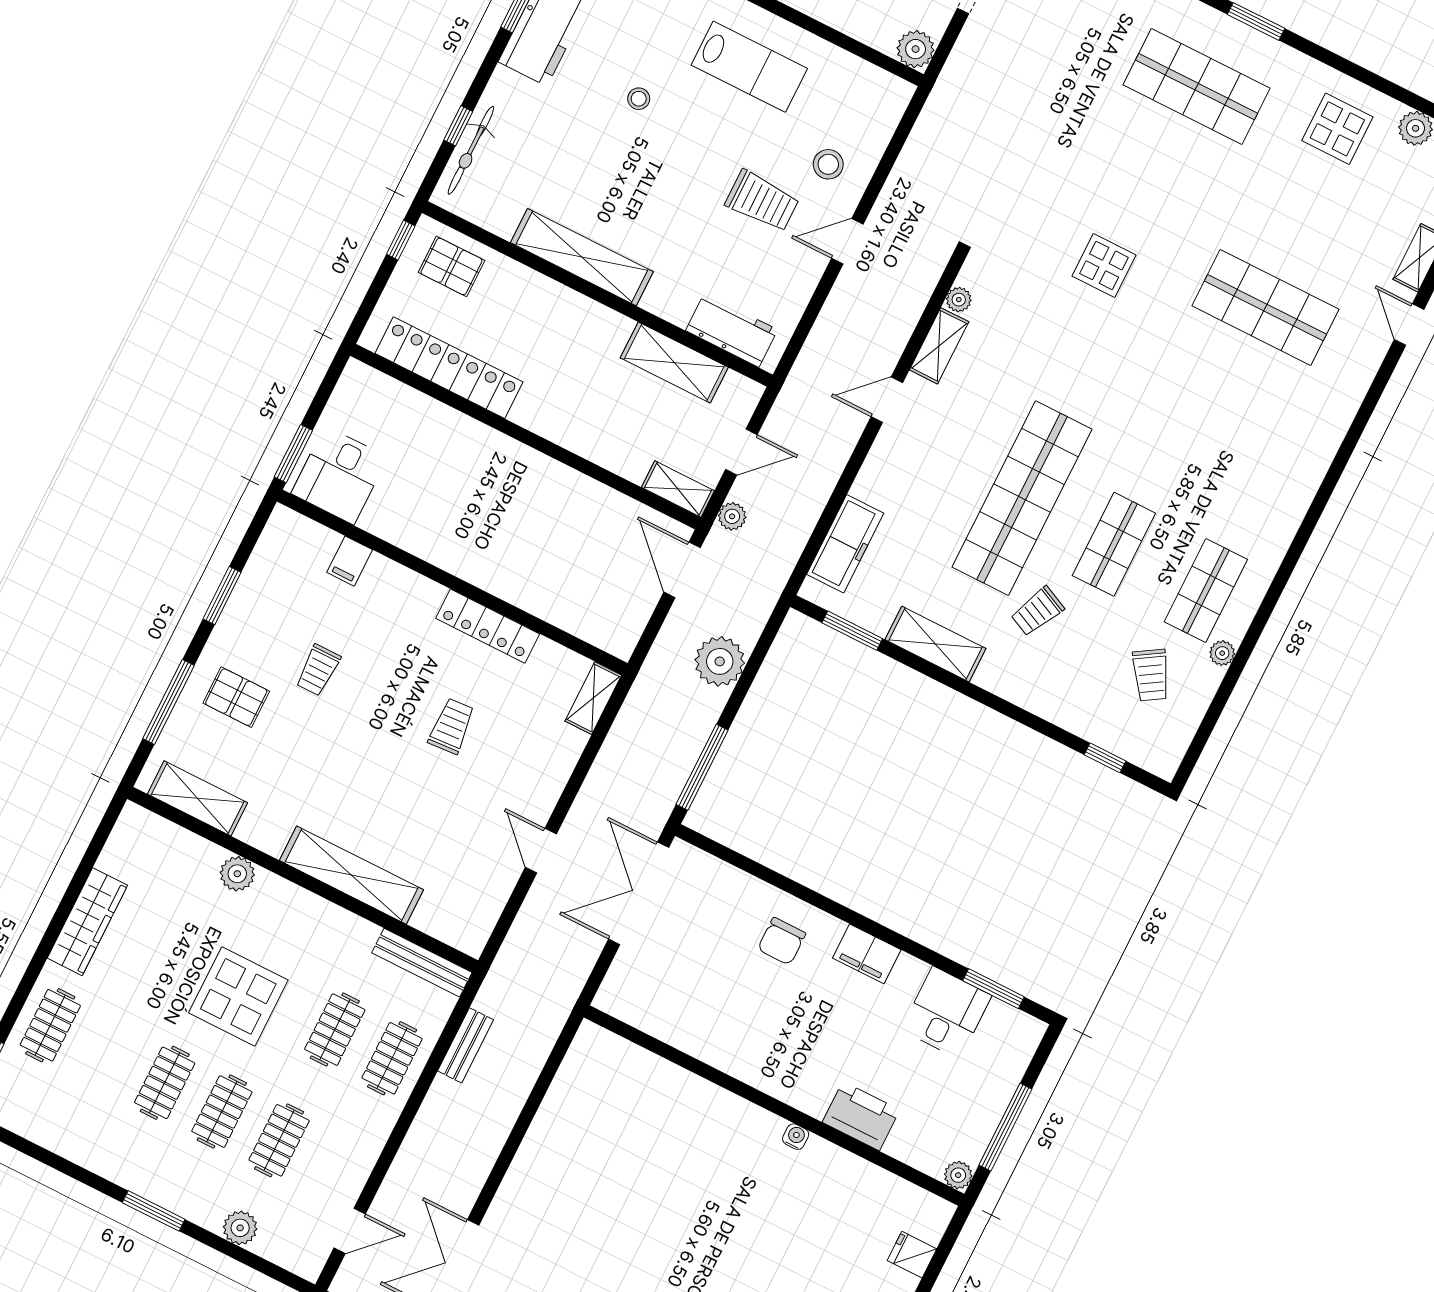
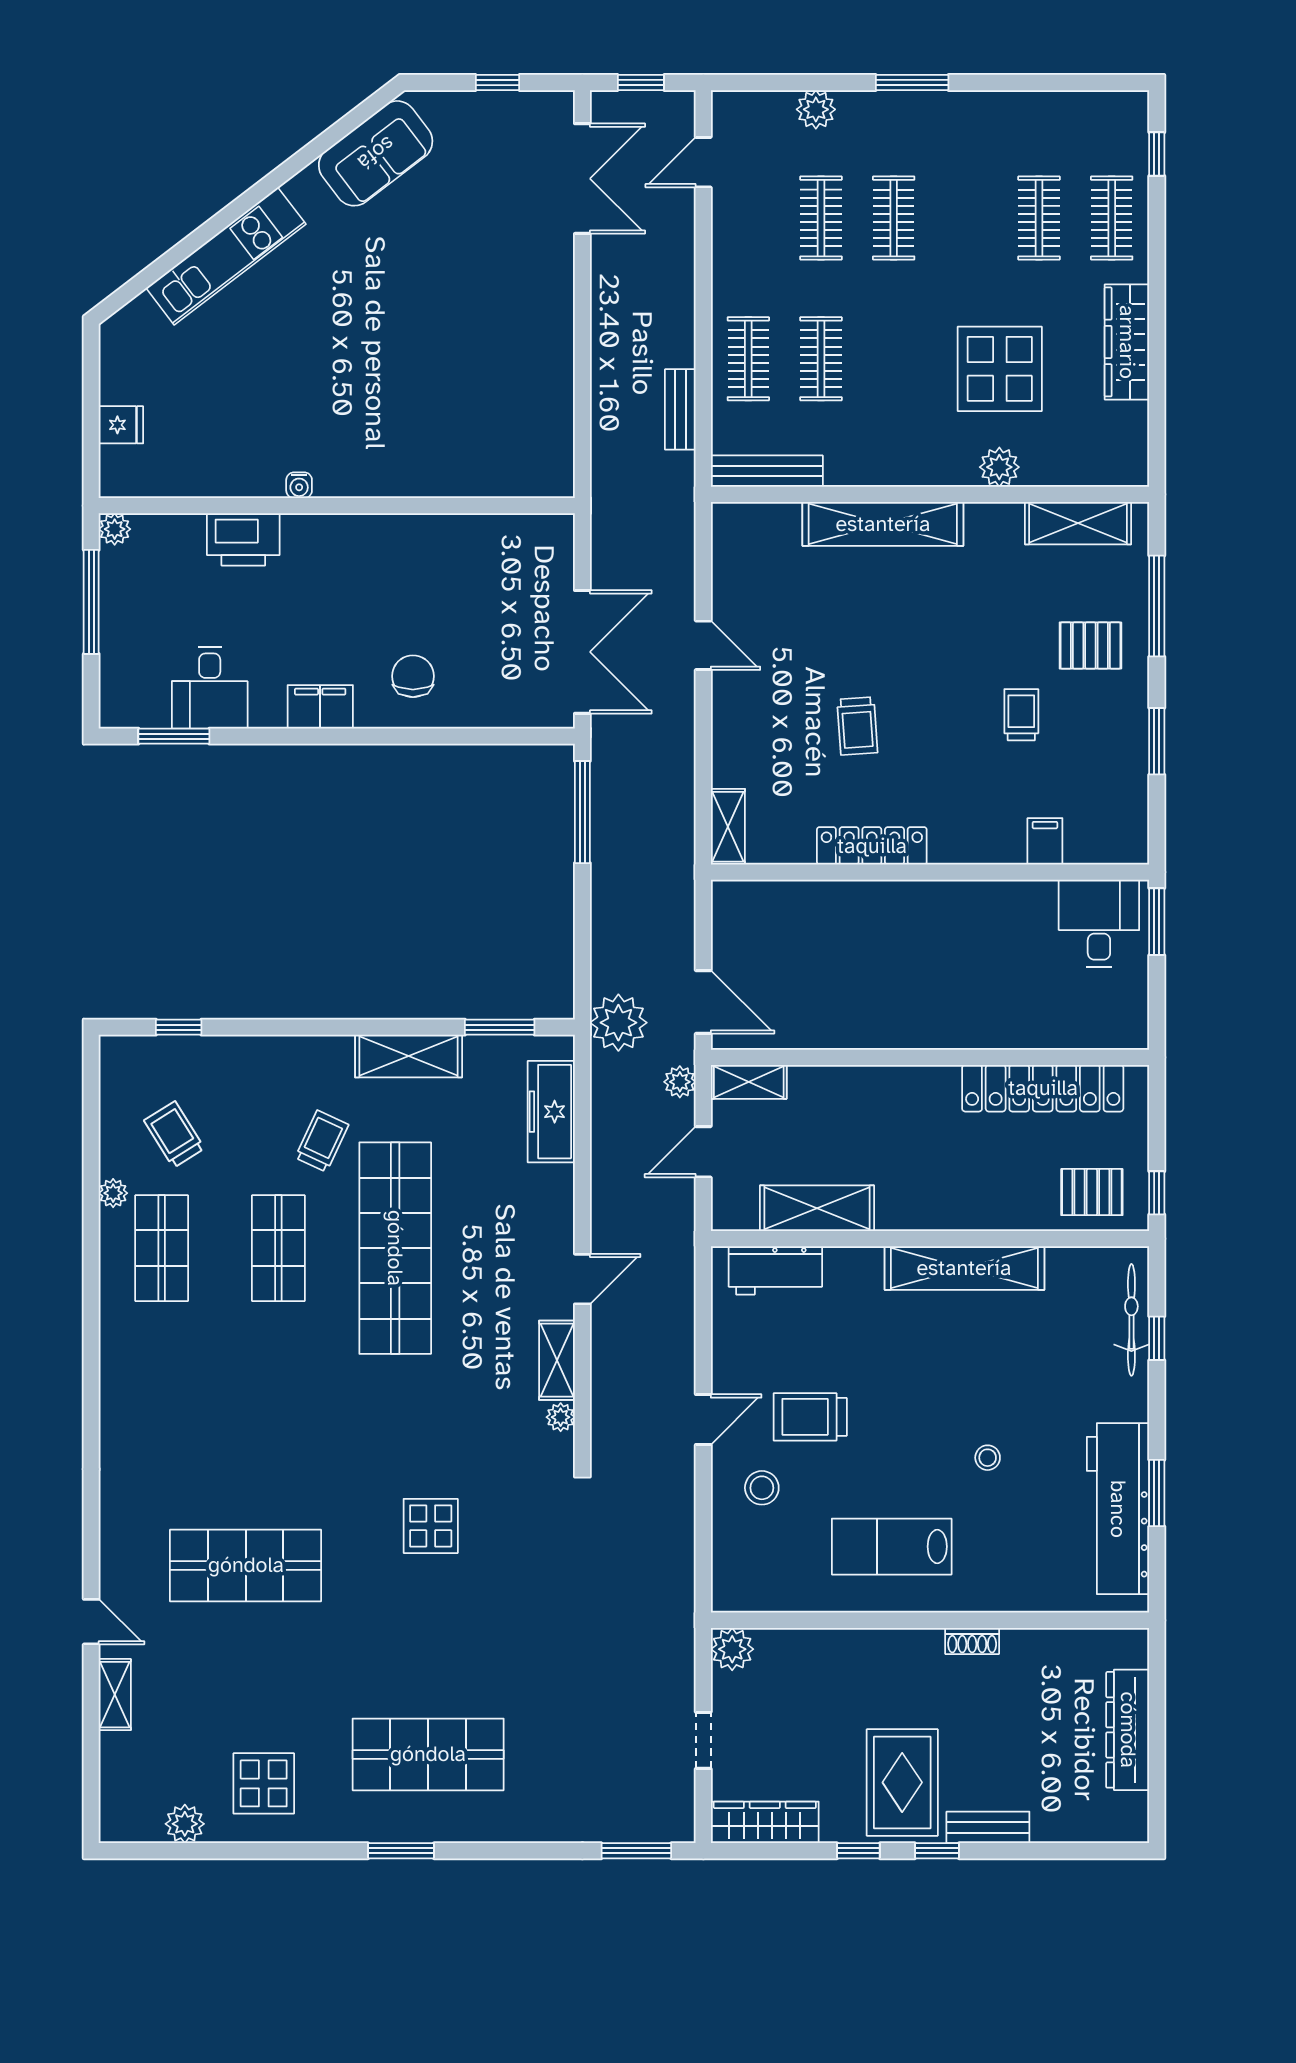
plant: (720, 661) -> (618, 1023), moved
display table: (238, 996) -> (1000, 369), moved
clothes rail: (165, 1083) -> (1039, 218), moved

